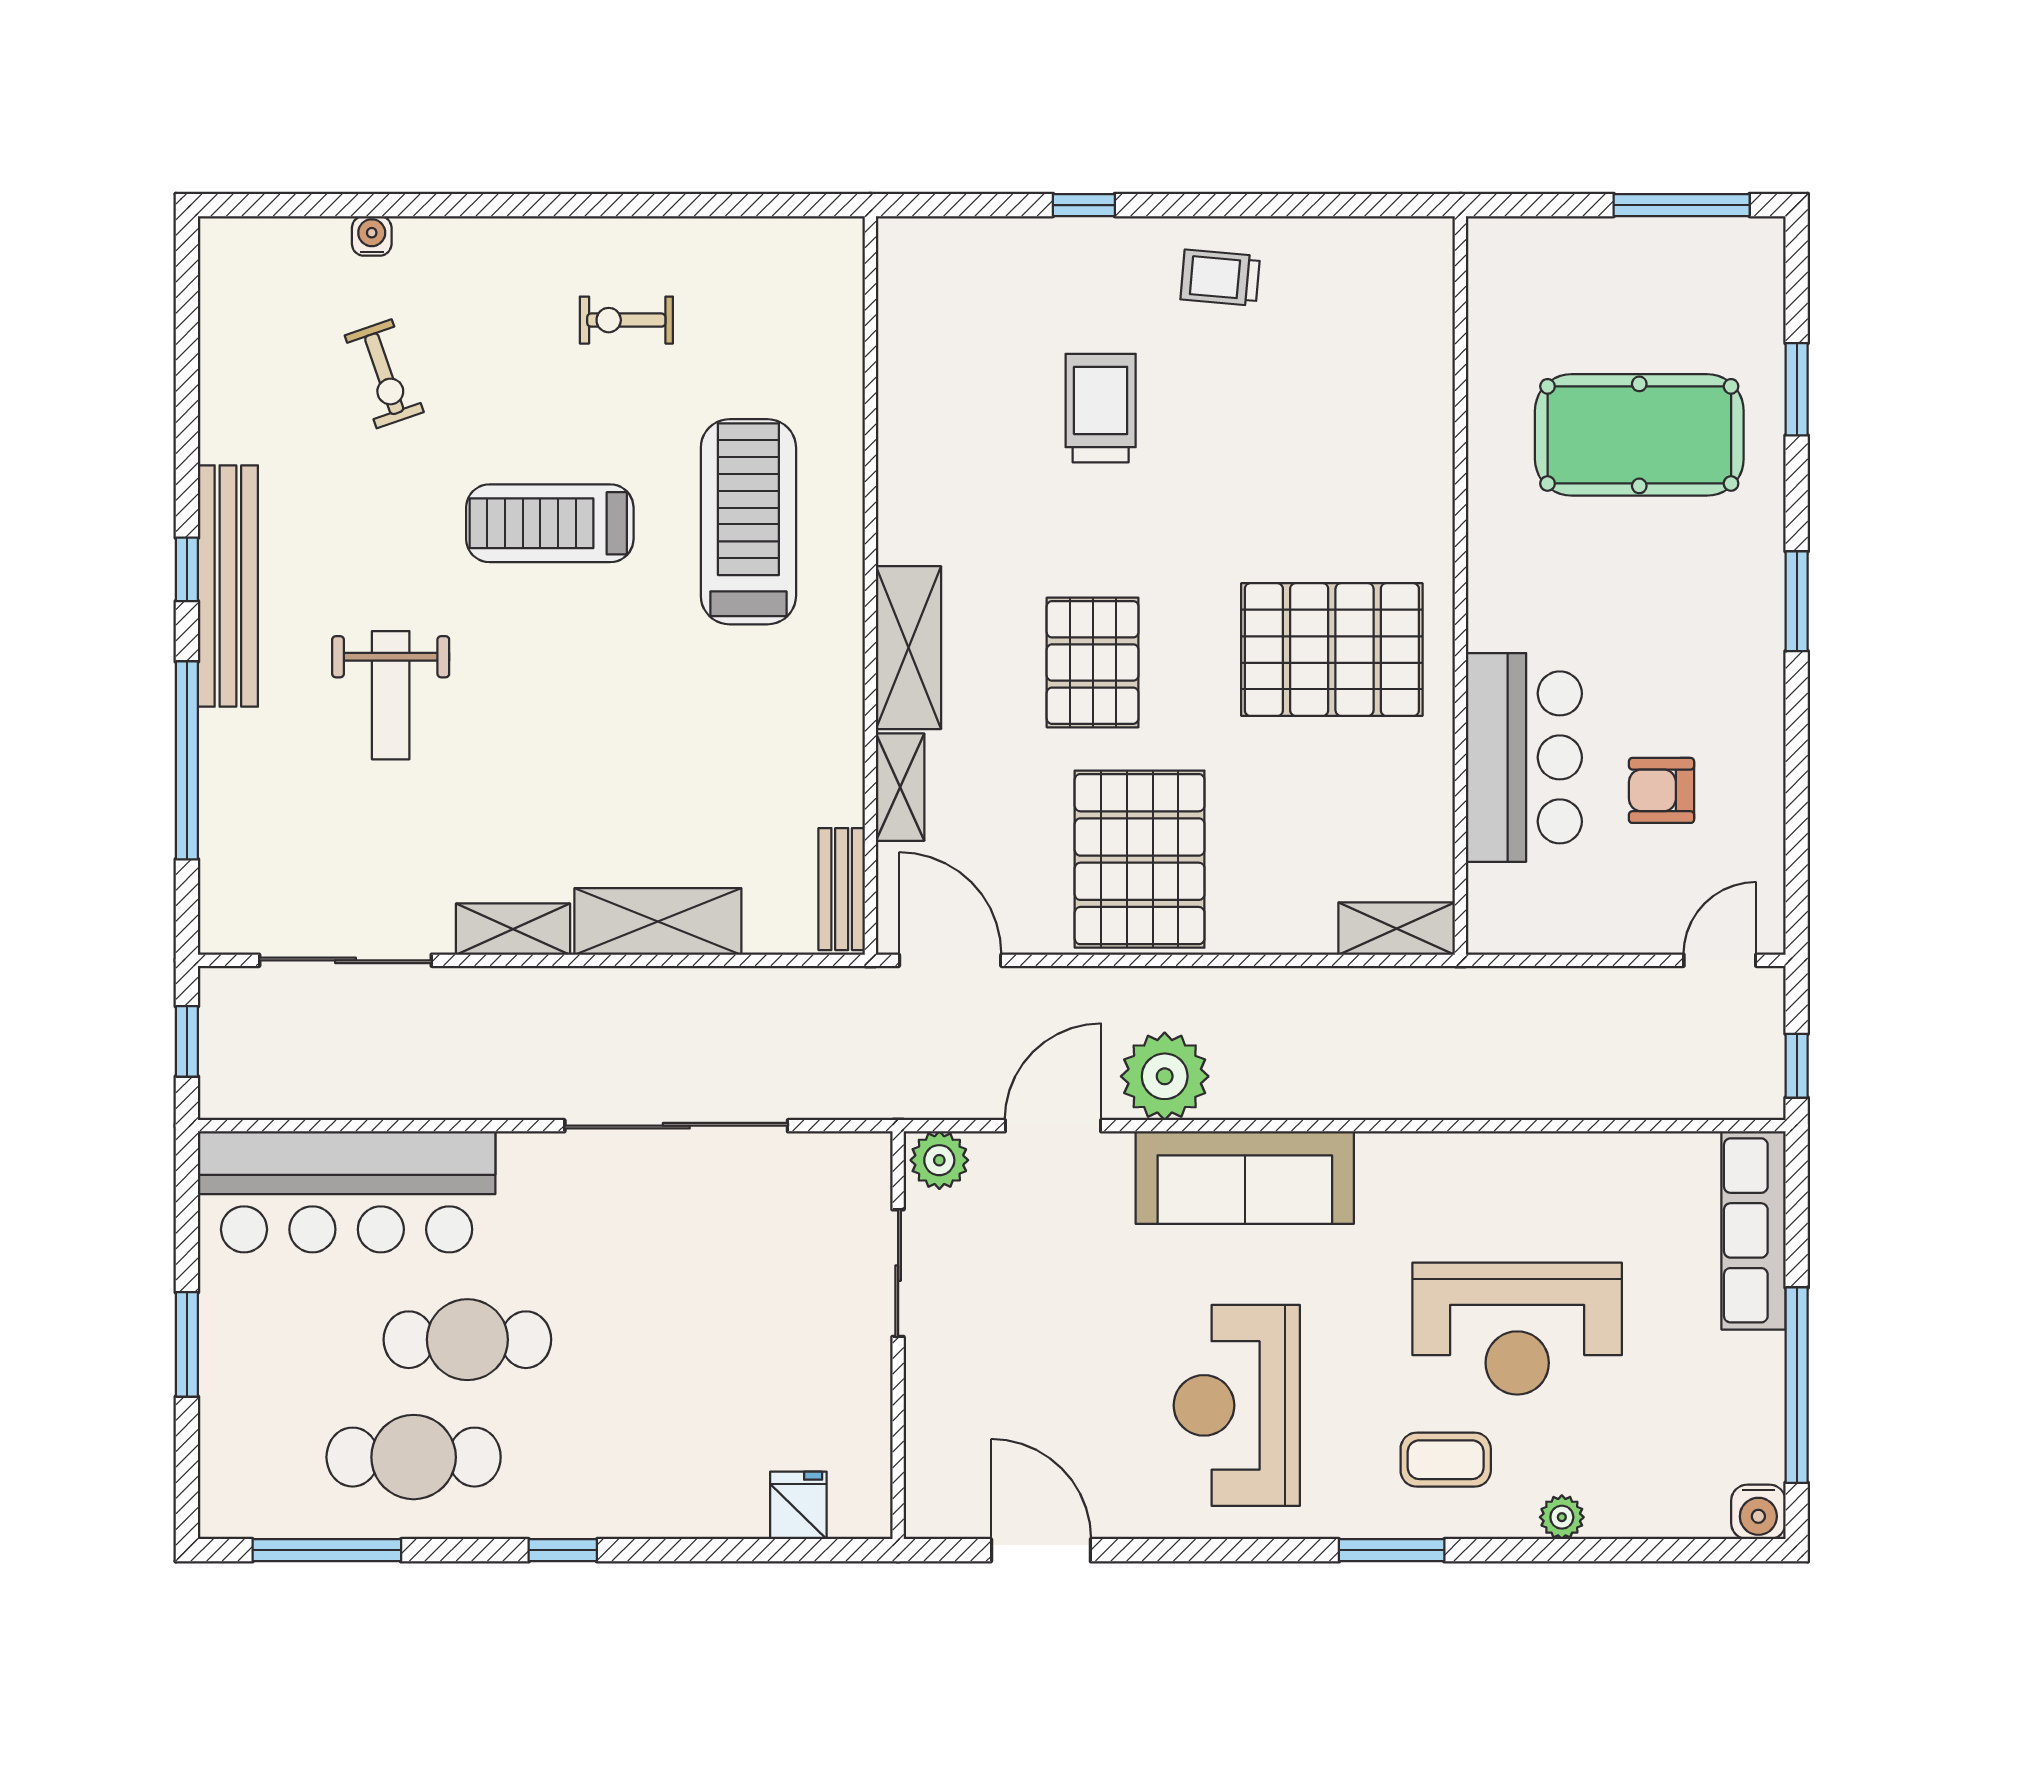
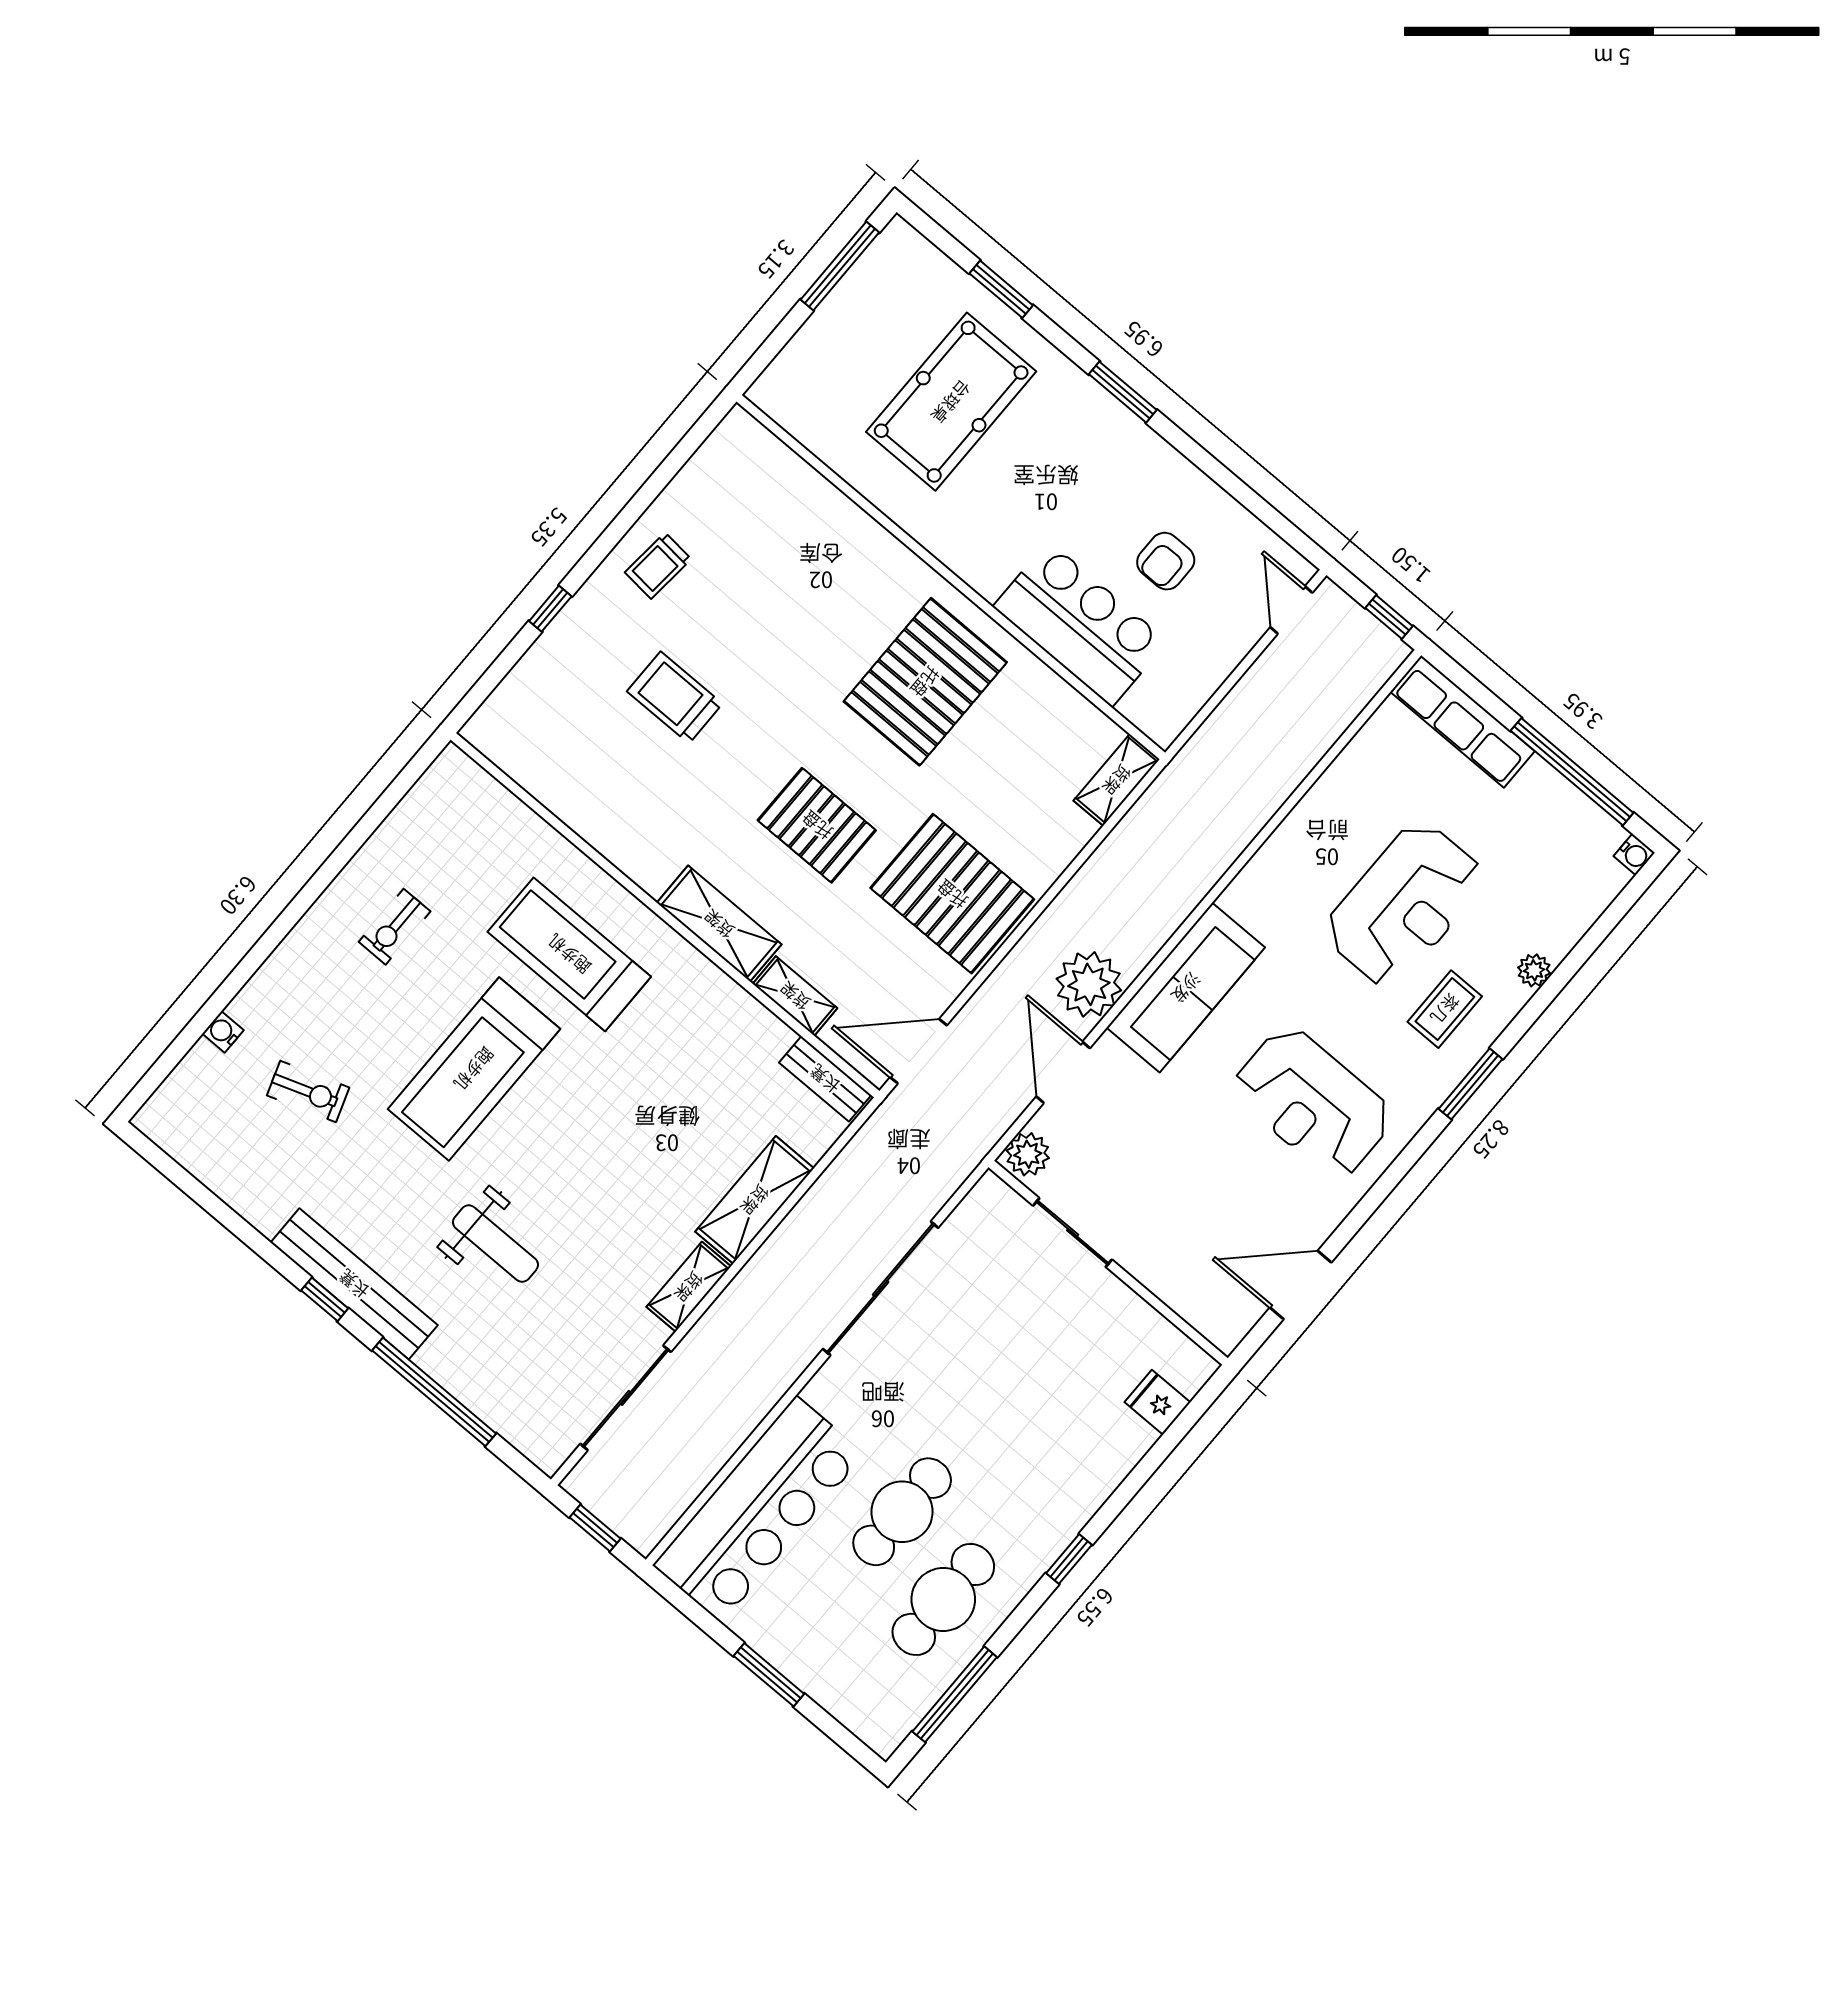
treadmill: (550, 523) -> (474, 1069), width x1.37, depth x1.38
water cooler: (1758, 1512) -> (1634, 854), width x0.72, depth x0.72

